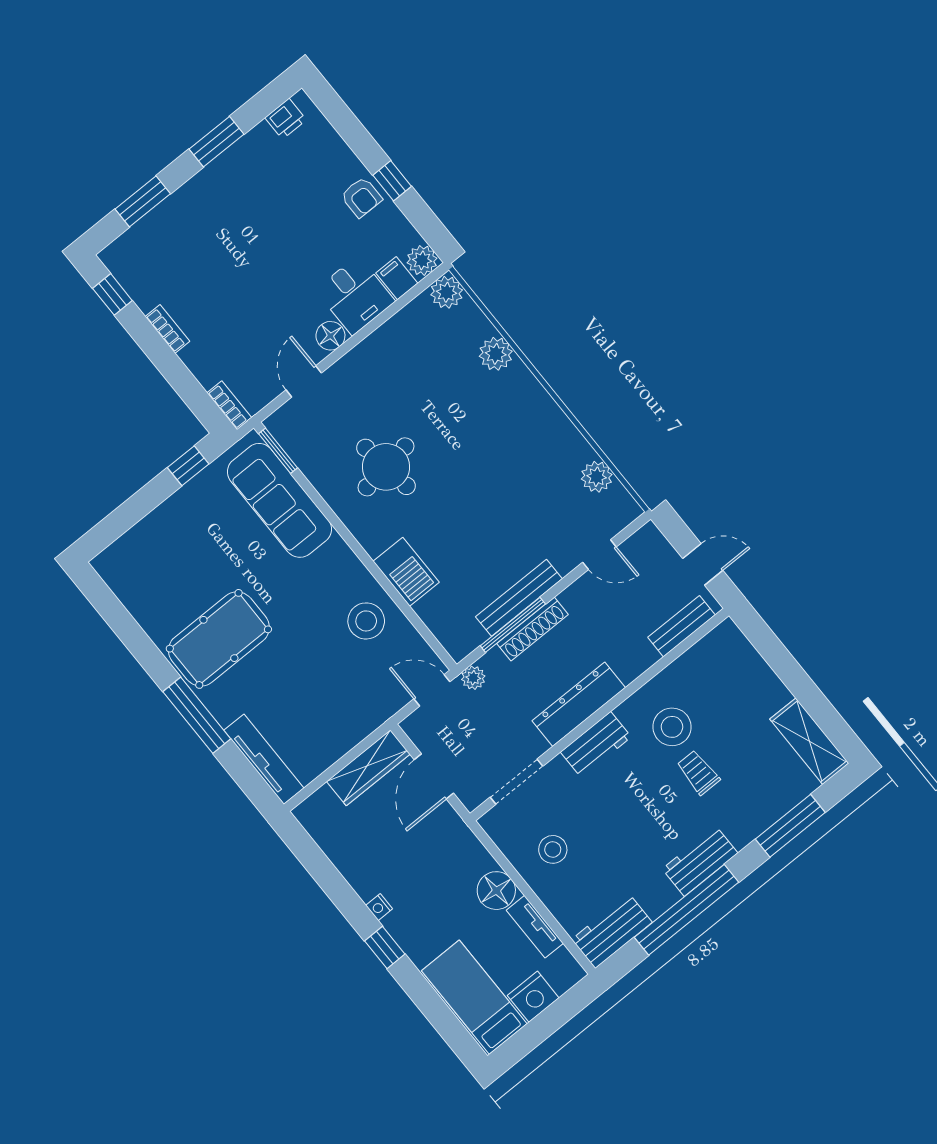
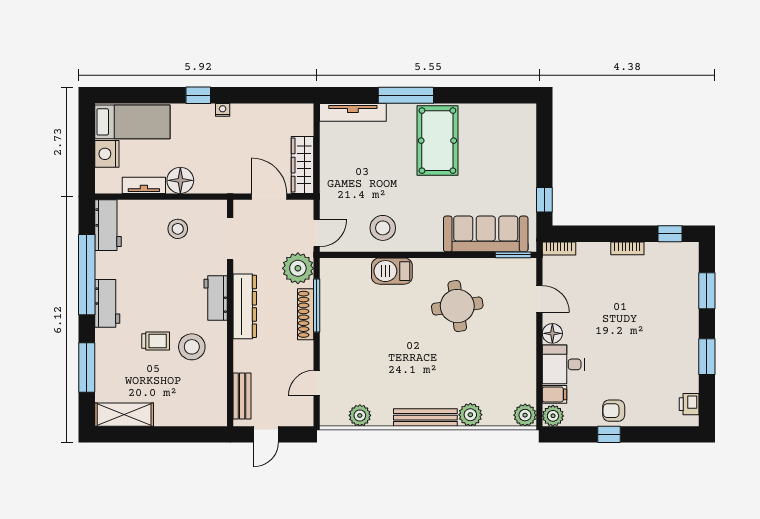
bench: (519, 598) -> (425, 418), moved, turned 90
plant: (473, 678) -> (298, 268), width x1.87, depth x1.87

